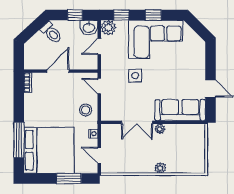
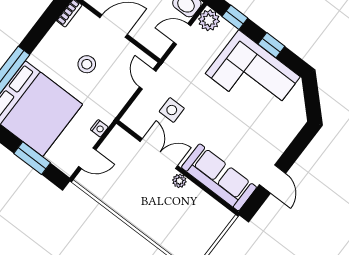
side table: (135, 76) -> (172, 110), moved
stool: (86, 110) -> (87, 64), moved
double door: (137, 122) -> (159, 154), swing flipped
door: (99, 155) -> (87, 158), swing flipped
plant: (160, 168) -> (146, 226), removed

